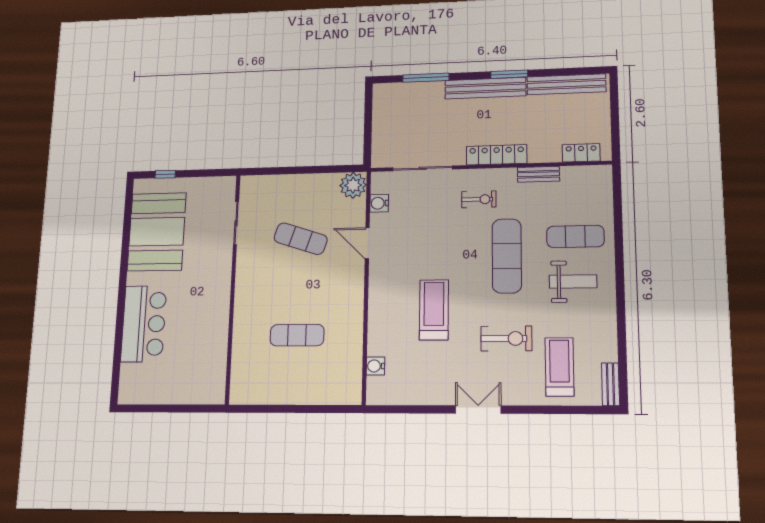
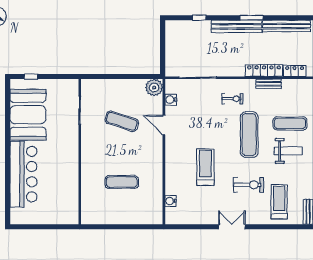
window: (426, 78) -> (199, 18), width x0.46
locker: (497, 155) -> (264, 70), moved
bar counter: (144, 324) -> (23, 174), width x1.36

